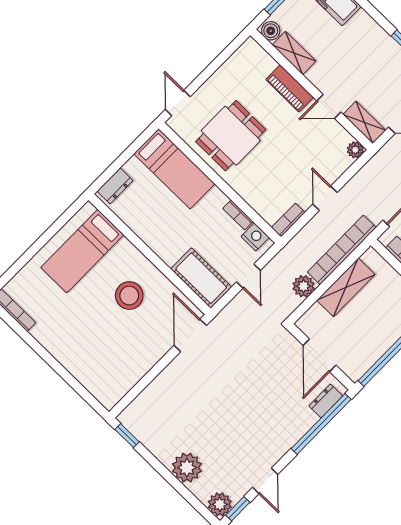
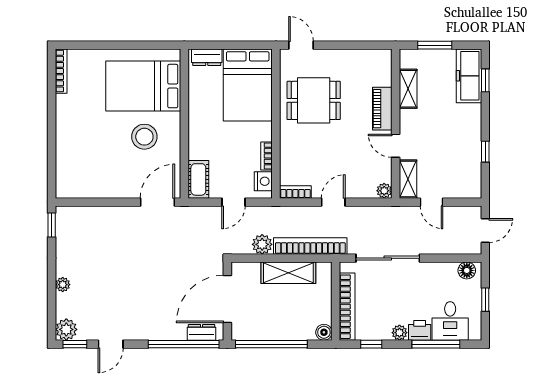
boiler: (271, 31) -> (408, 59), removed
door: (178, 103) -> (301, 45), hinge flipped
bed: (174, 169) -> (248, 85), width x1.50
bed: (82, 251) -> (143, 86), width x1.50
cot: (201, 278) -> (198, 179), width x0.73, depth x0.75
door: (320, 355) -> (227, 299), width x1.36
plant: (187, 468) -> (63, 285), width x0.53, depth x0.53

